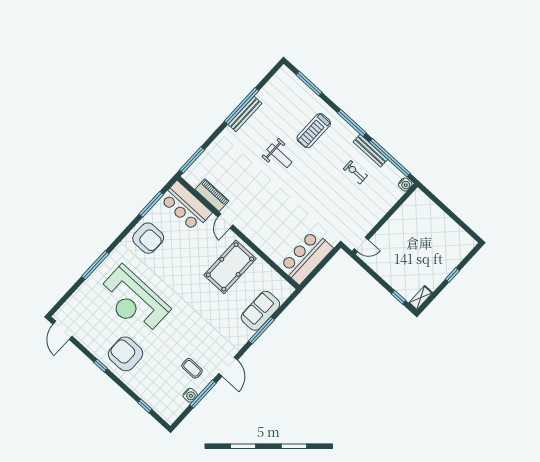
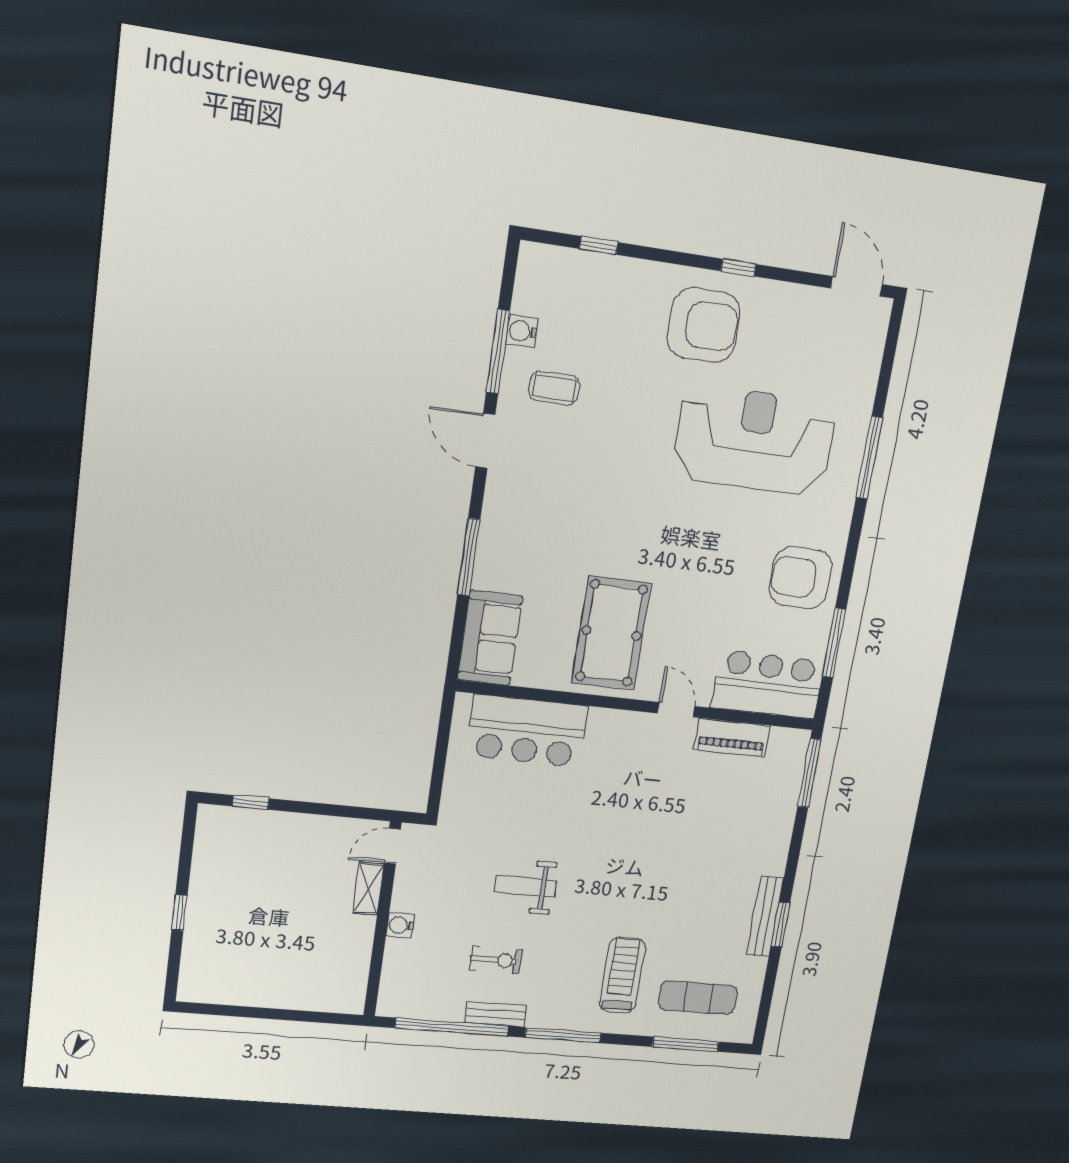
exercise mat: (292, 100) -> (698, 998), added
window: (241, 106) -> (780, 925), width x0.47
bench: (370, 151) -> (496, 1014), width x0.73
weight bench: (279, 156) -> (525, 886), moved
water cooler: (405, 185) -> (400, 925), moved
bar counter: (306, 257) -> (527, 731), moved, turned 90
shelving: (421, 298) -> (368, 889), moved
sofa: (260, 311) -> (490, 638), moved

